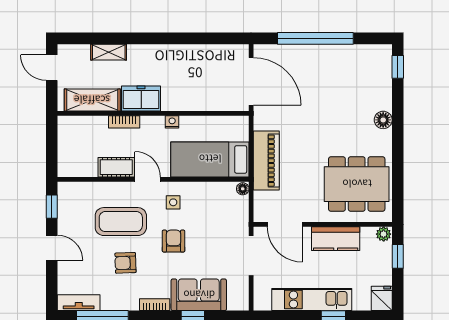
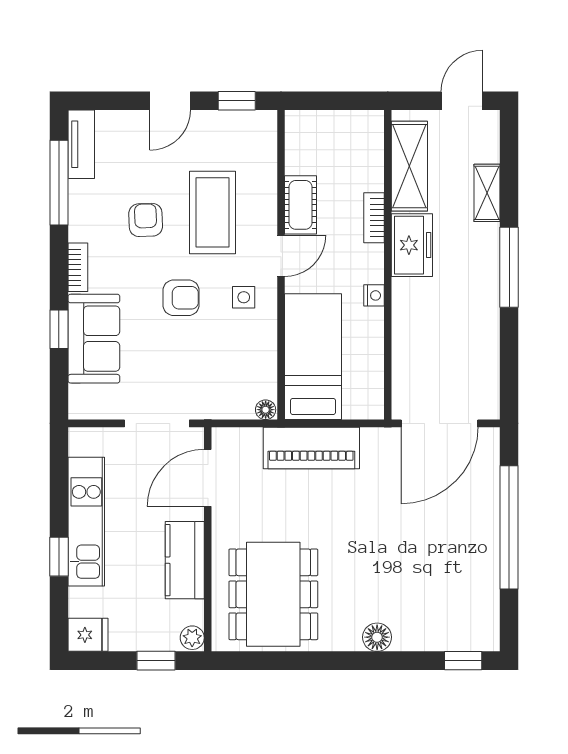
window: (155, 38) -> (509, 267), added

